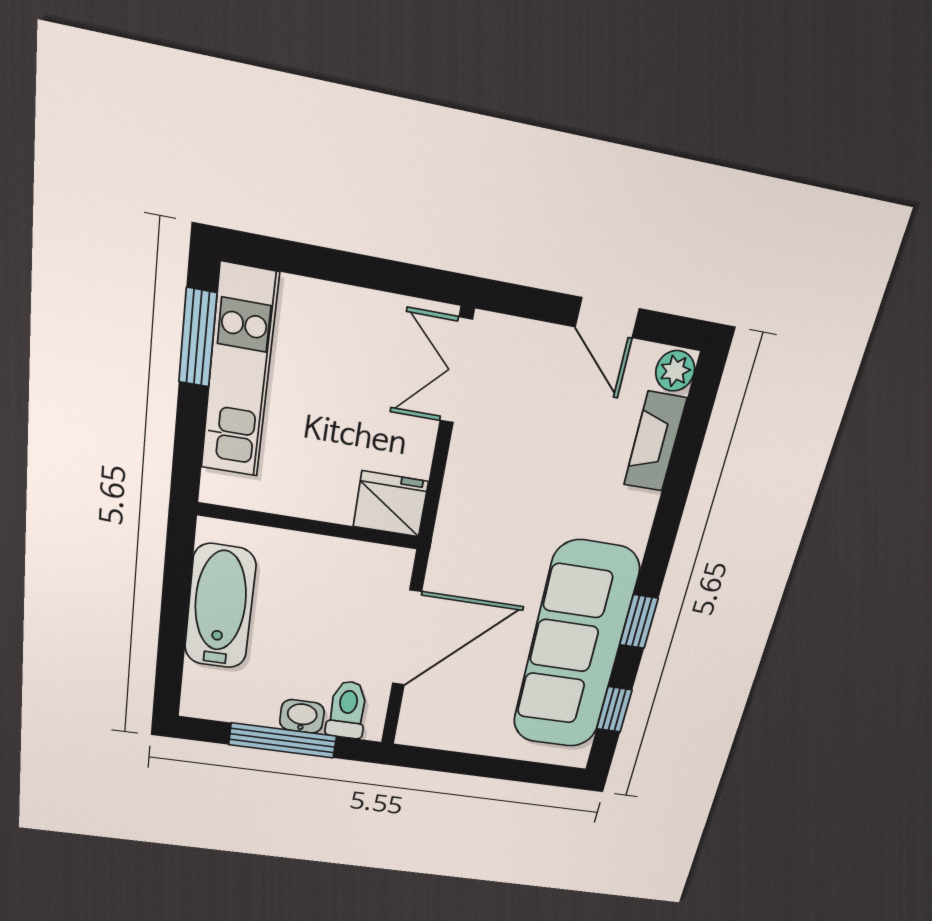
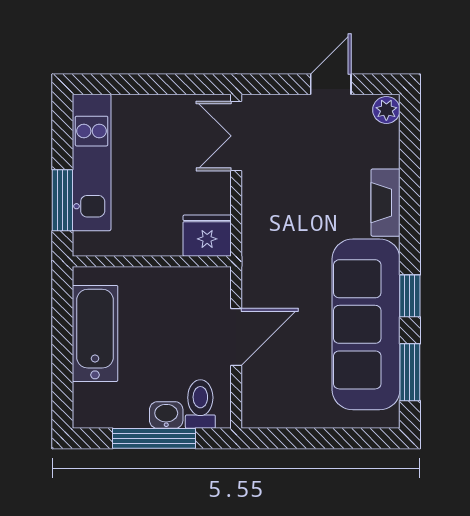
door: (607, 318) -> (331, 84), swing flipped
window: (198, 338) -> (62, 200), moved
fireplace: (655, 442) -> (386, 203), moved
door: (407, 638) -> (236, 337), width x0.73
window: (614, 709) -> (410, 372), width x1.50

